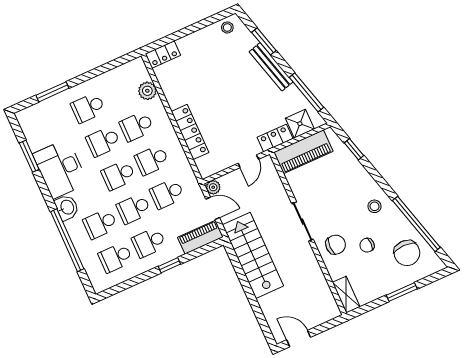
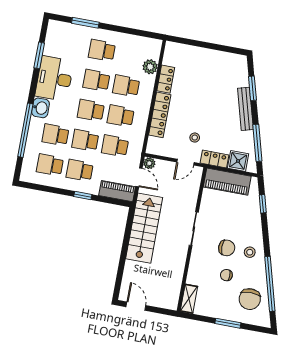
stool: (227, 27) -> (195, 138), moved
locker: (163, 55) -> (166, 79), moved, turned -90
chair: (336, 245) -> (227, 248), moved

